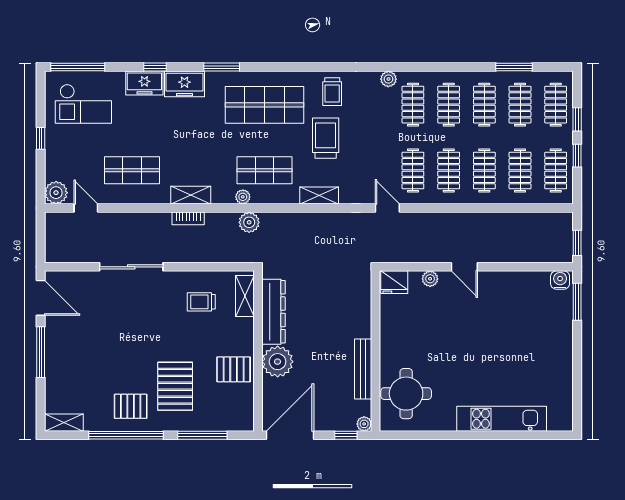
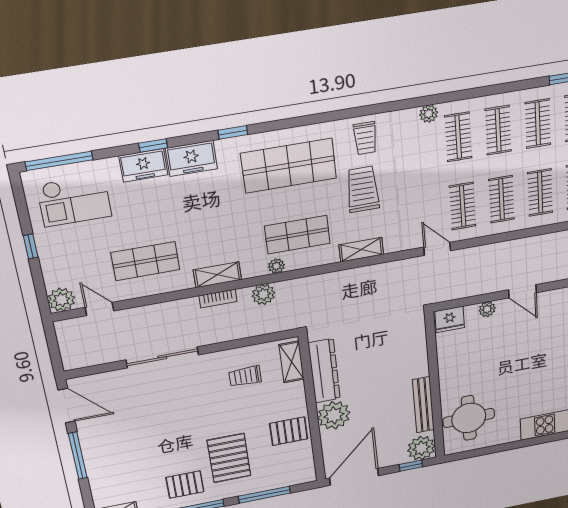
window: (222, 67) -> (233, 132), width x0.67
plant: (249, 222) -> (263, 294), moved
plant: (364, 424) -> (421, 448), width x1.87, depth x1.87

